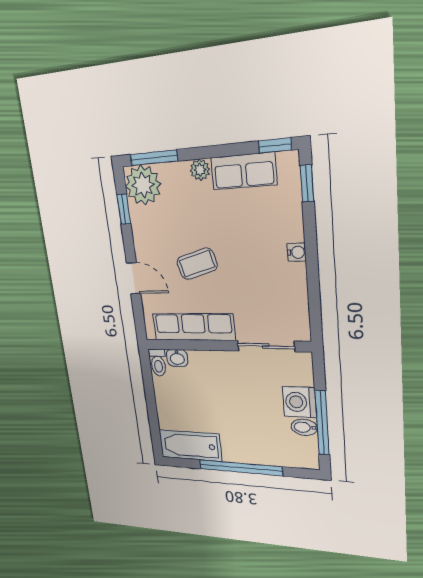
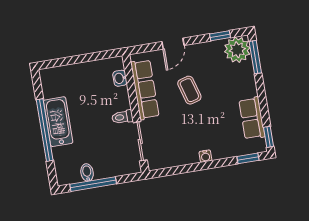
plant: (200, 170) -> (250, 89), removed
toilet: (158, 363) -> (122, 117), moved
washing machine: (299, 402) -> (105, 167), removed
bathtub: (190, 446) -> (58, 122), moved

